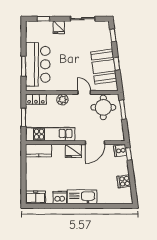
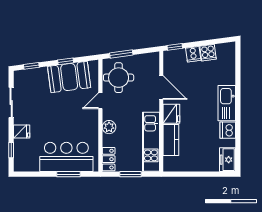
kitchen counter: (39, 151) -> (171, 140), moved
cooker: (120, 151) -> (193, 54), moved

